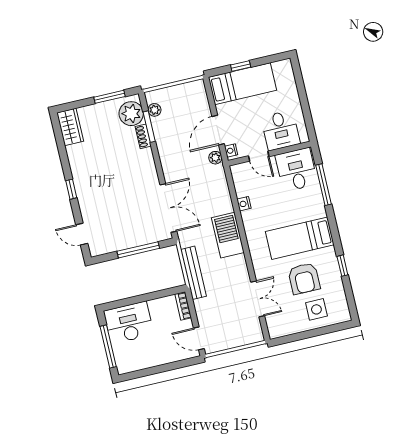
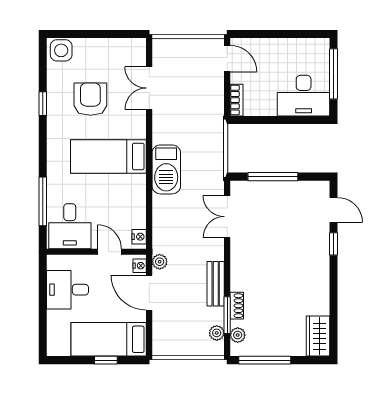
window: (110, 97) -> (265, 360), width x1.44
plant: (131, 114) -> (238, 335), width x0.53, depth x0.53
door: (218, 130) -> (149, 293), swing flipped
desk: (281, 130) -> (67, 290), moved, turned -90
window: (71, 189) -> (334, 244), moved
nightstand: (244, 204) -> (139, 237), moved
double door: (168, 208) -> (227, 217), width x0.73
bed: (300, 238) -> (108, 156), moved, turned 180
bench: (194, 273) -> (216, 284), moved, width x0.73
side table: (316, 309) -> (61, 50), moved

